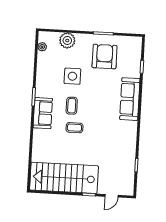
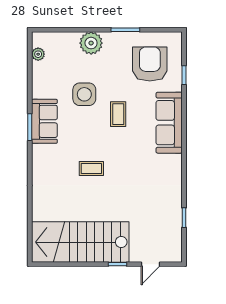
plant: (67, 40) -> (91, 43), moved
armchair: (105, 57) -> (150, 64), moved
coffee table: (72, 106) -> (118, 114), moved
sofa: (43, 113) -> (44, 121), moved

